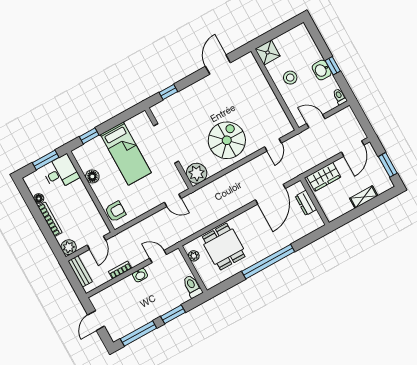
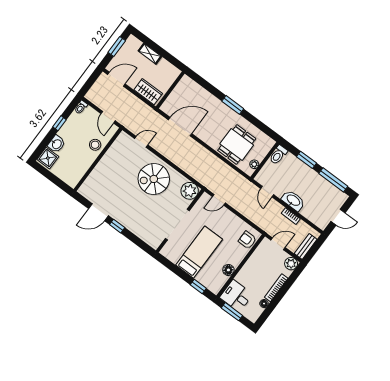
shower: (268, 52) -> (48, 158), moved
washbasin: (322, 70) -> (57, 144), moved
stool: (290, 78) -> (95, 145), moved
window: (168, 92) -> (117, 226), moved
door: (173, 200) -> (219, 200), swing flipped
dresser: (306, 203) -> (174, 96), removed
window: (268, 262) -> (233, 105), width x0.47
washbasin: (140, 275) -> (293, 200), width x1.91, depth x1.45

